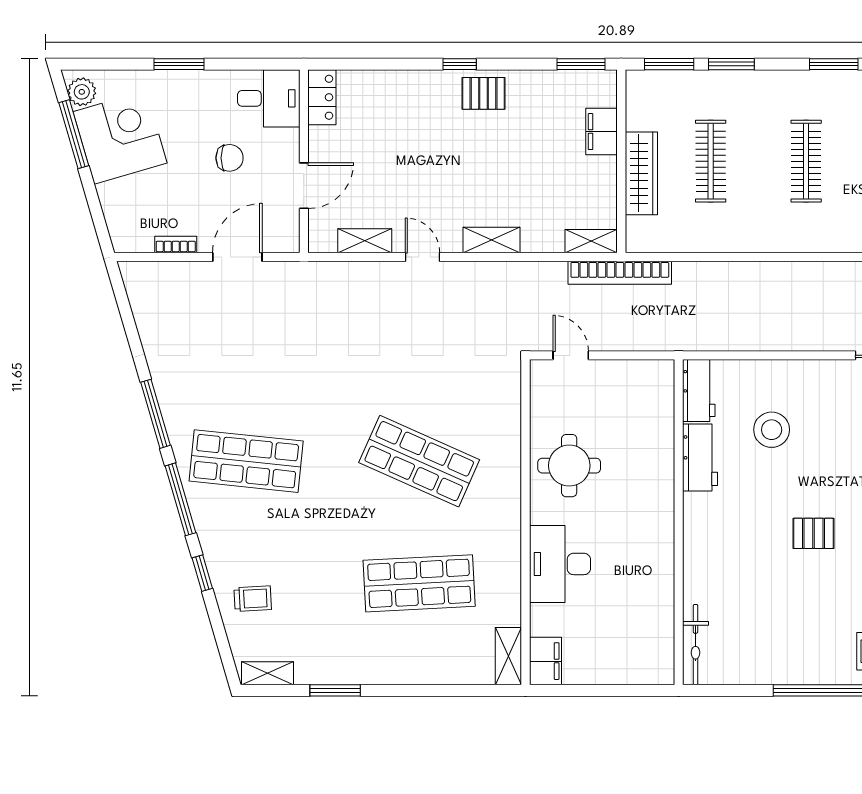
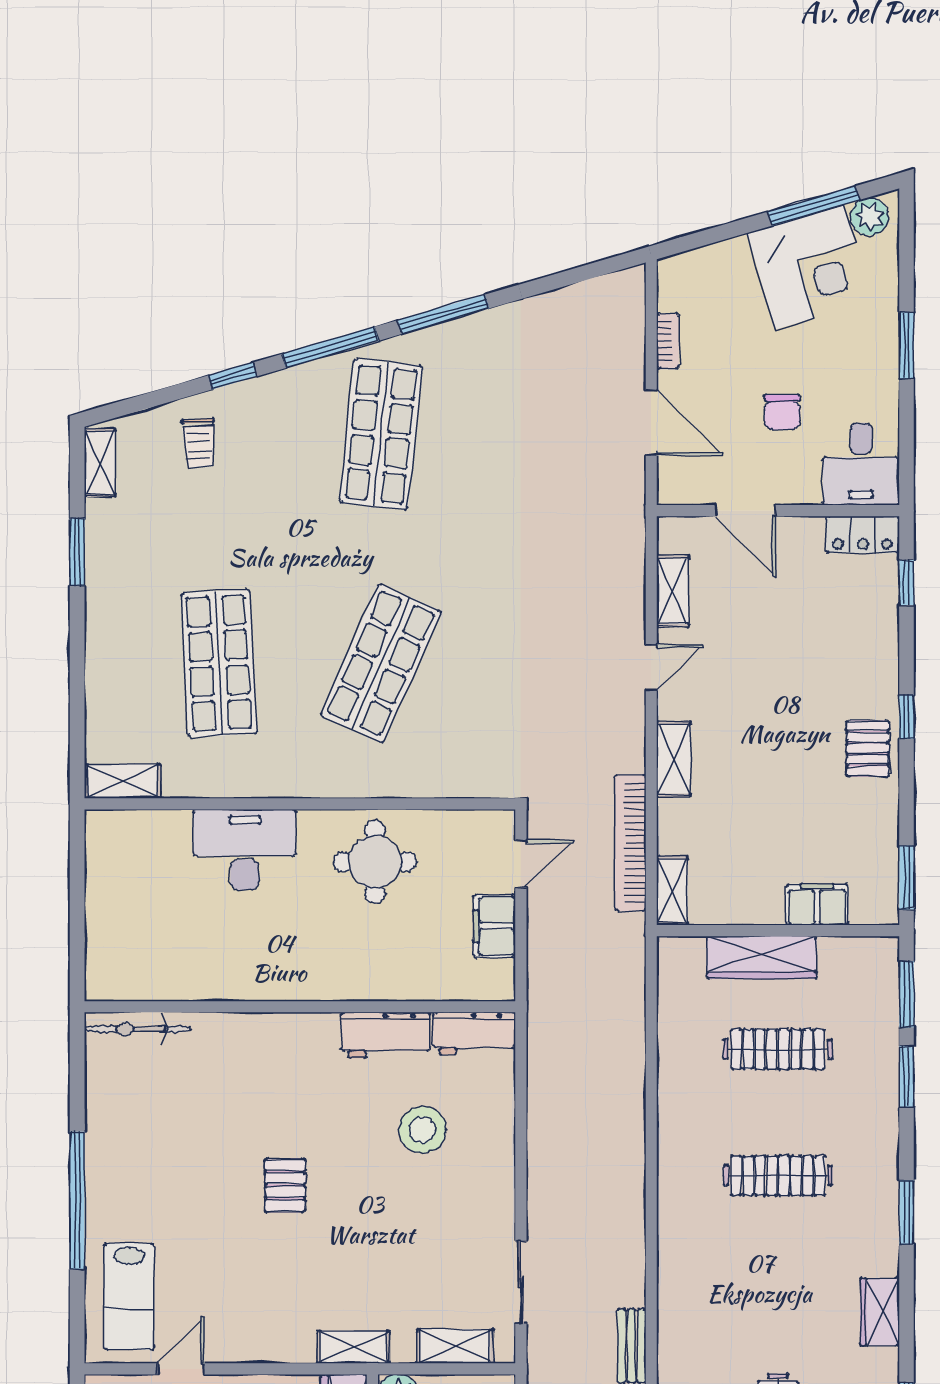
window: (358, 64) -> (906, 583), added
bookcase: (620, 273) -> (630, 843), moved
filing cabinet: (545, 661) -> (494, 926), moved, turned 90

